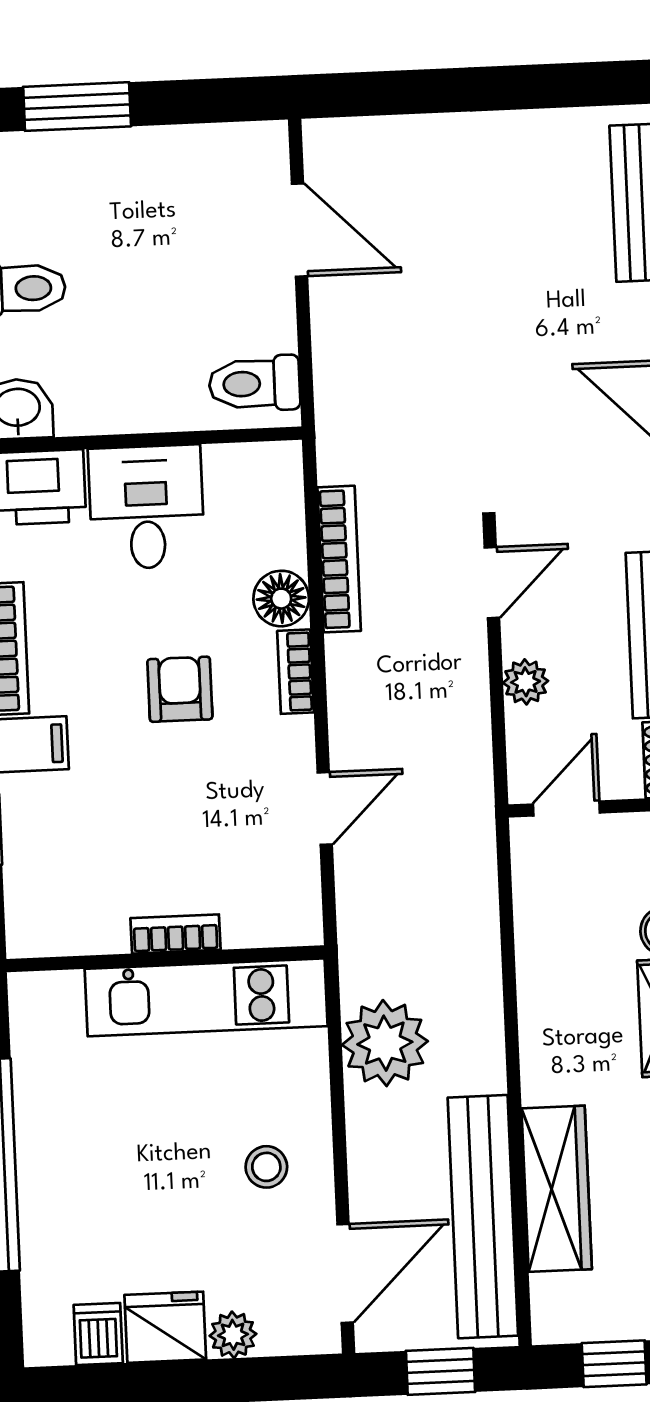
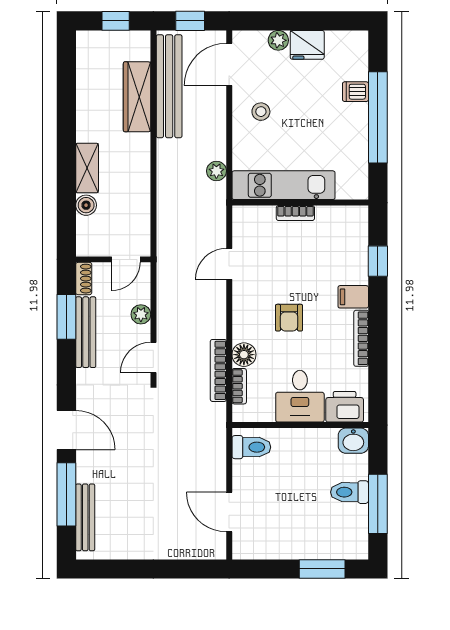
bookcase: (296, 672) -> (239, 386), moved
plant: (385, 1043) -> (216, 171), width x0.53, depth x0.53
dishwasher: (98, 1334) -> (355, 92), moved, turned 90

